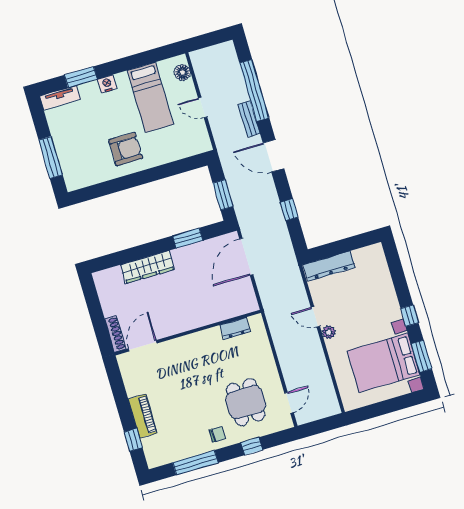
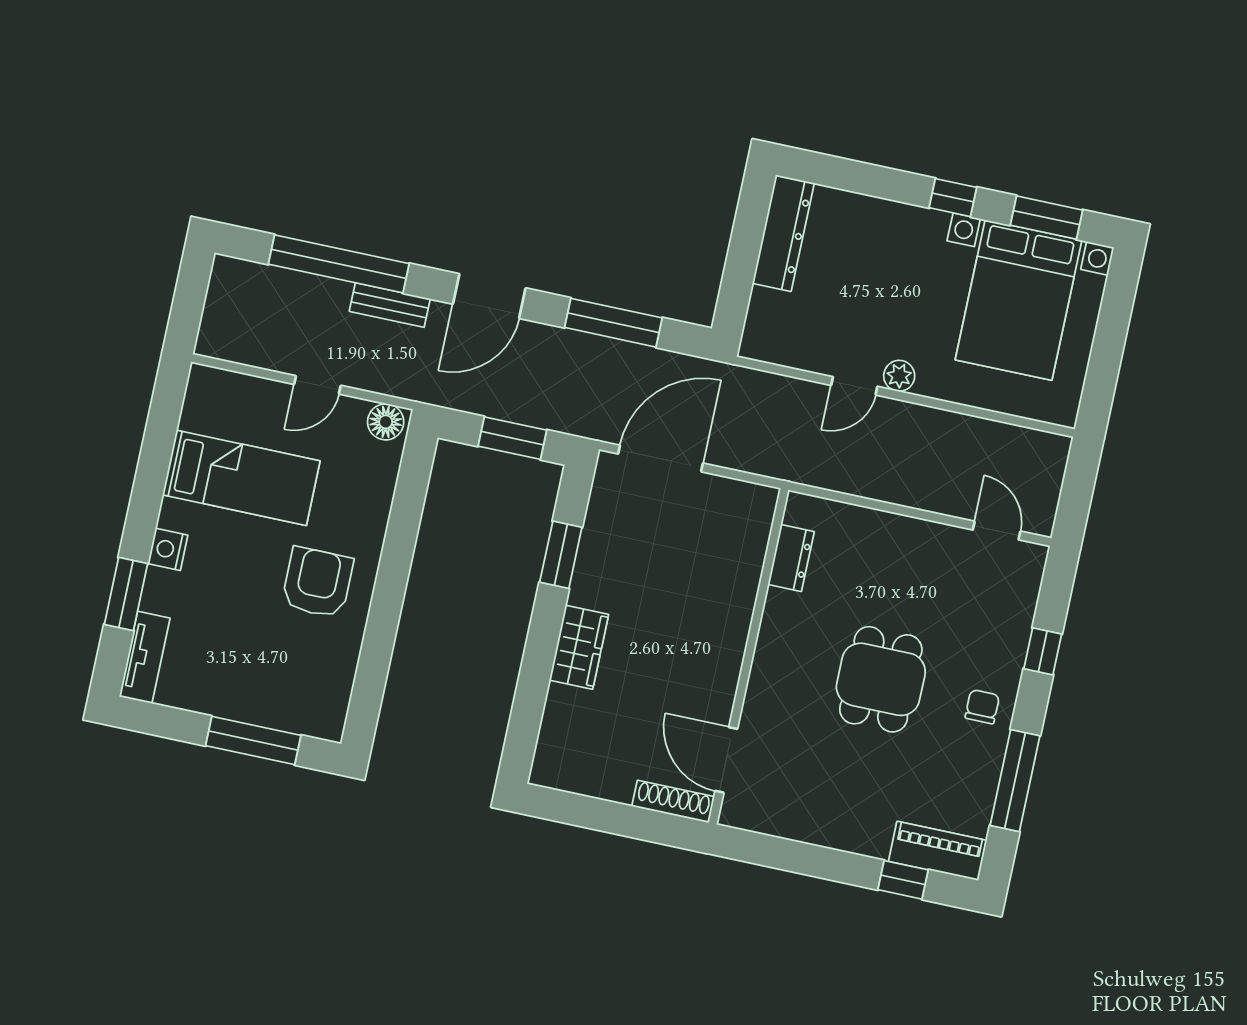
floor lamp: (182, 73) -> (386, 422), moved
window: (289, 210) -> (613, 323), width x2.17
door: (246, 257) -> (661, 458), swing flipped
dresser: (329, 266) -> (783, 233), moved
wardrobe: (147, 267) -> (579, 647), width x0.67
dining table: (246, 402) -> (881, 679), moved, turned 90
piano: (143, 416) -> (938, 851), moved

